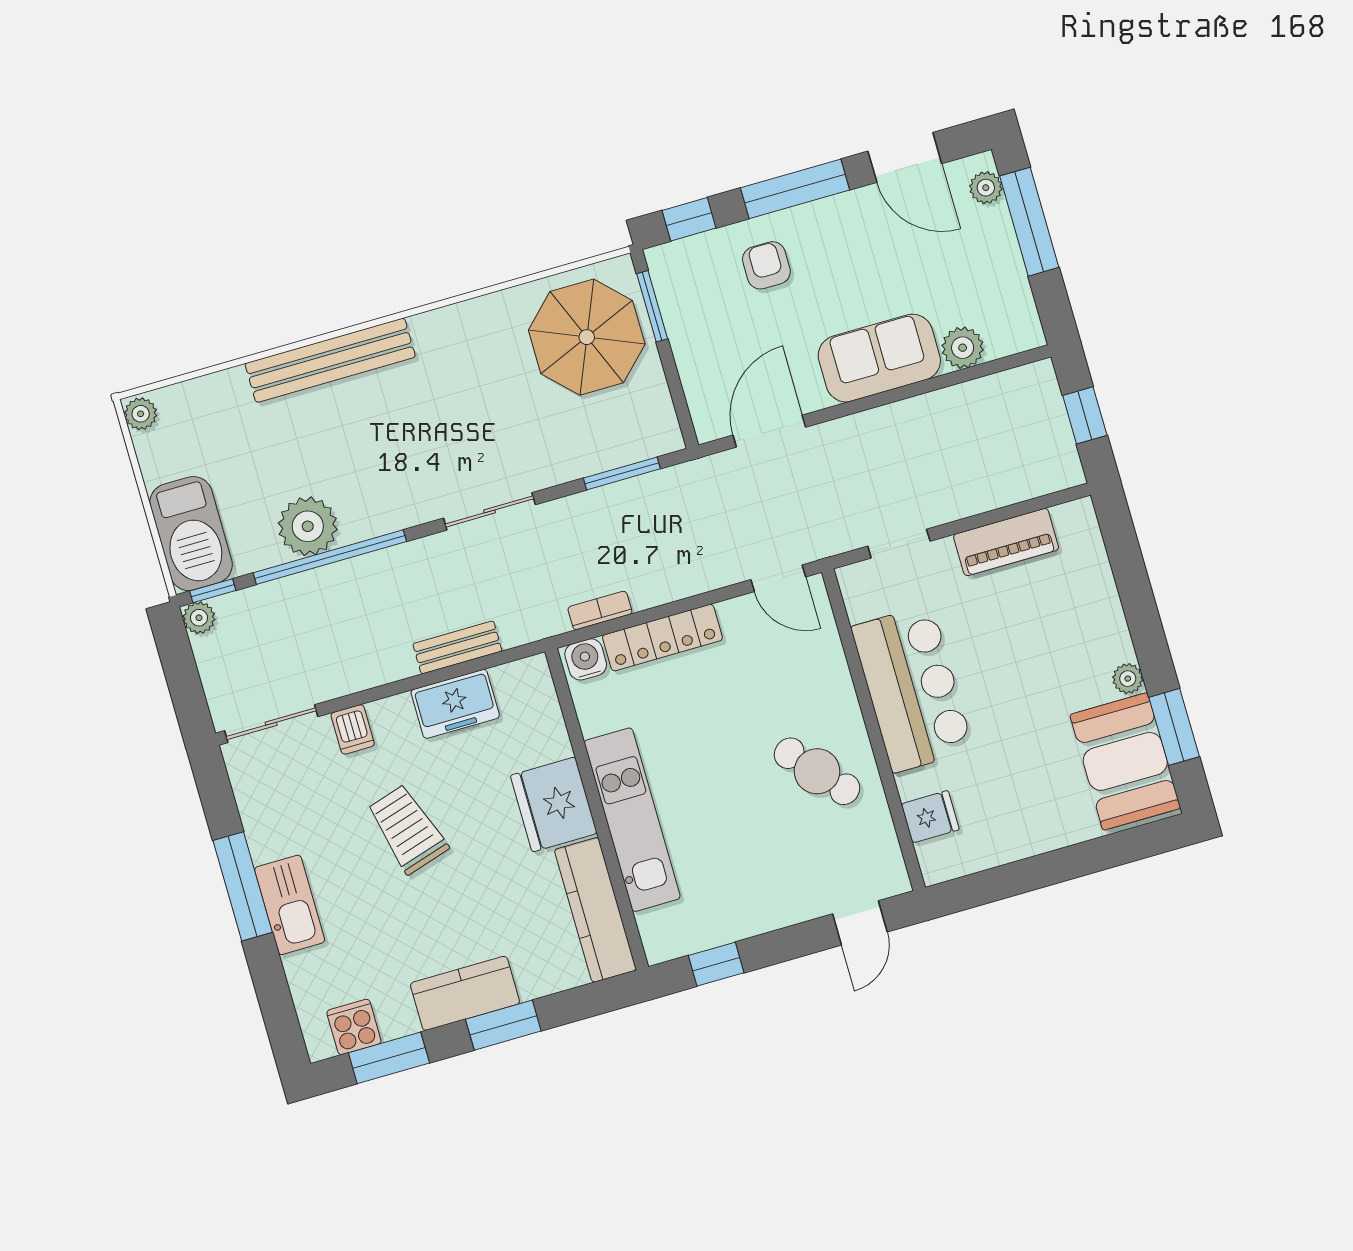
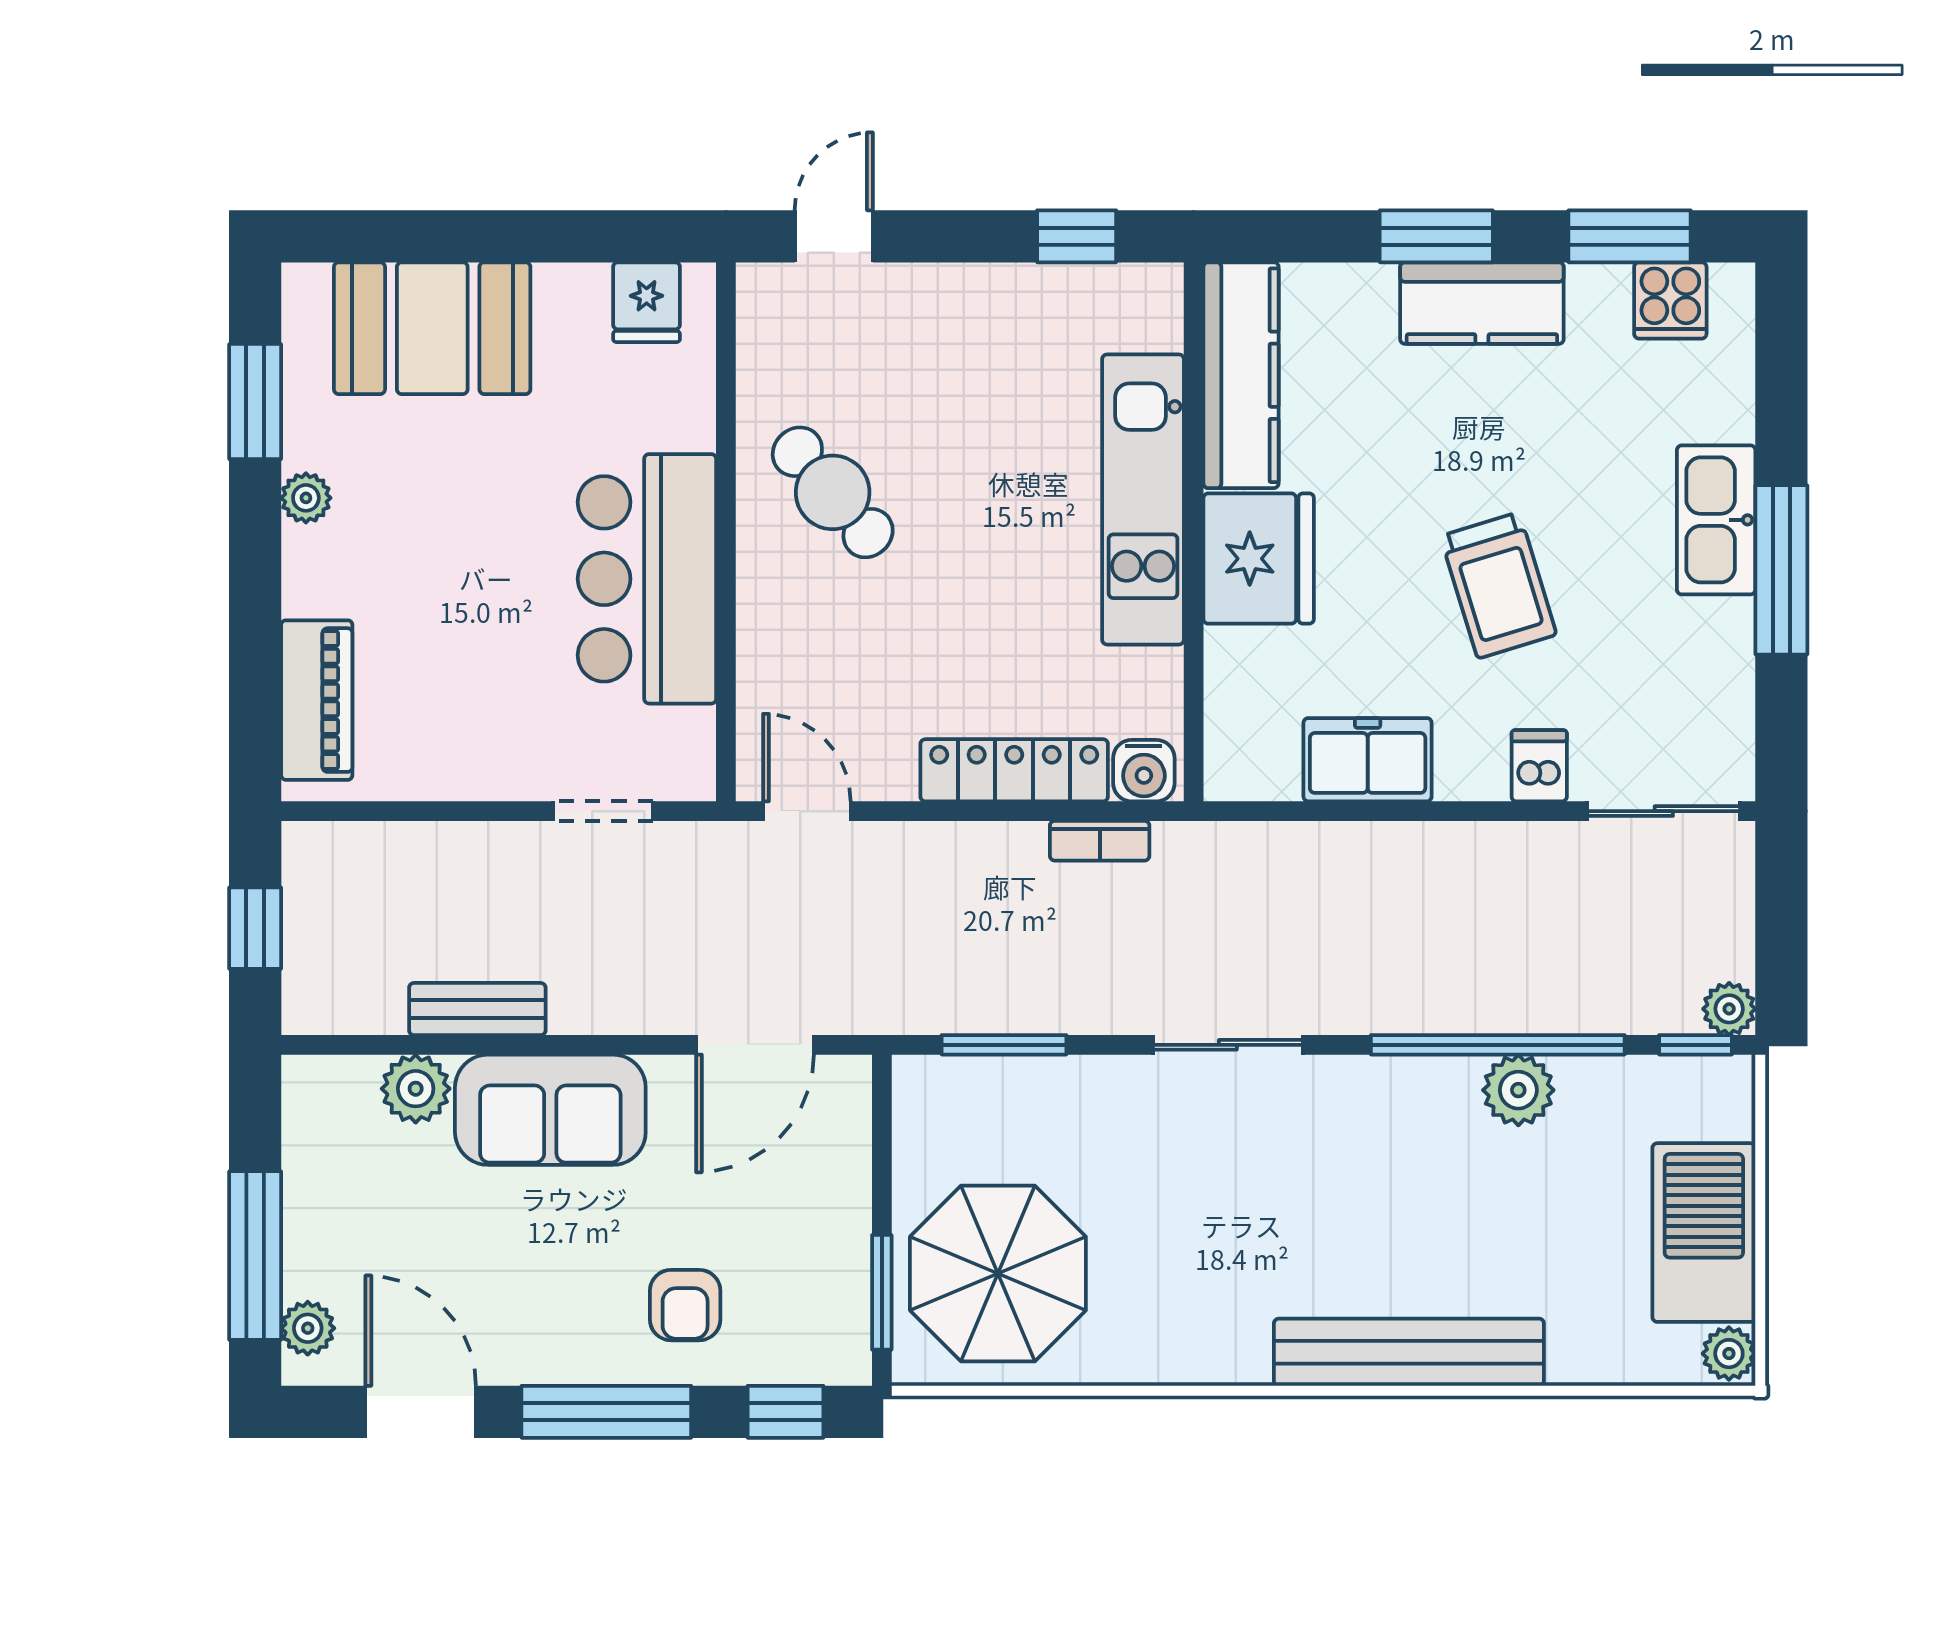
plant: (308, 526) -> (1518, 1090), width x0.73, depth x0.73
barbecue: (191, 534) -> (1704, 1233), moved
piano: (1006, 542) -> (317, 700), moved, turned 90
bench: (457, 647) -> (477, 1009), moved
booth: (1125, 761) -> (432, 328), moved, turned 90
fridge: (930, 817) -> (647, 302), moved, turned -90

